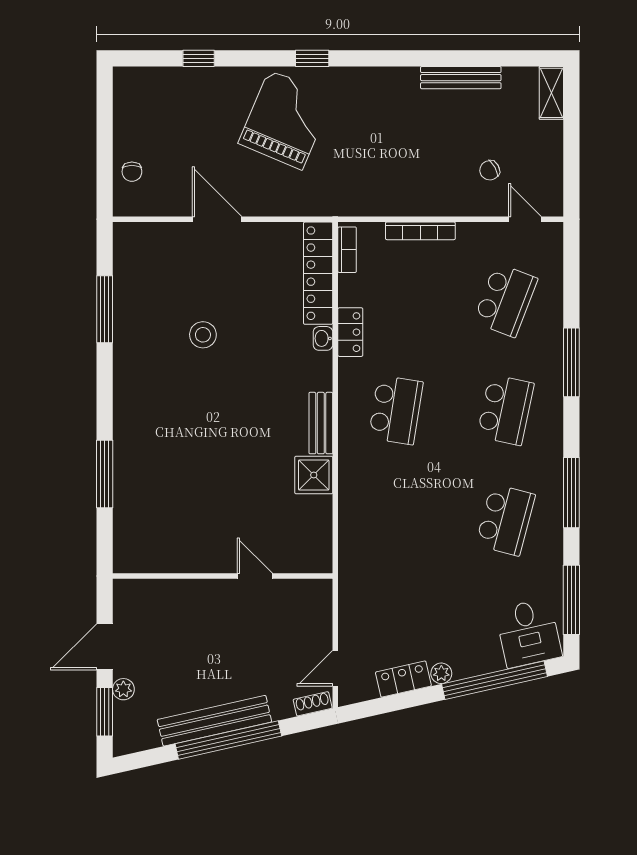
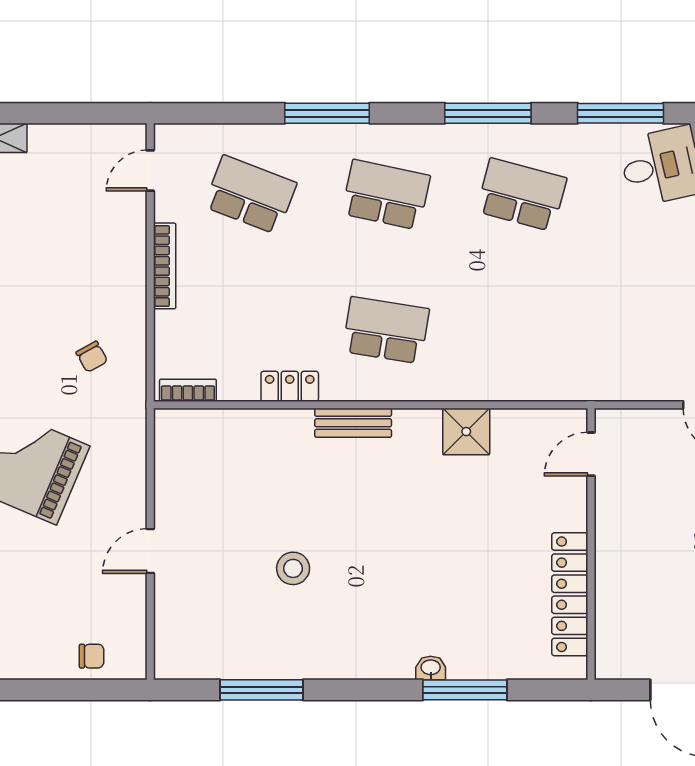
chair: (490, 170) -> (92, 357), moved
door: (217, 219) -> (150, 551), width x0.73
bookcase: (420, 231) -> (165, 266), moved
locker: (318, 273) -> (570, 594), moved, turned 90
washbasin: (323, 338) -> (431, 668), moved, turned 180
bench: (321, 423) -> (353, 423), moved
door: (255, 576) -> (591, 454), moved

